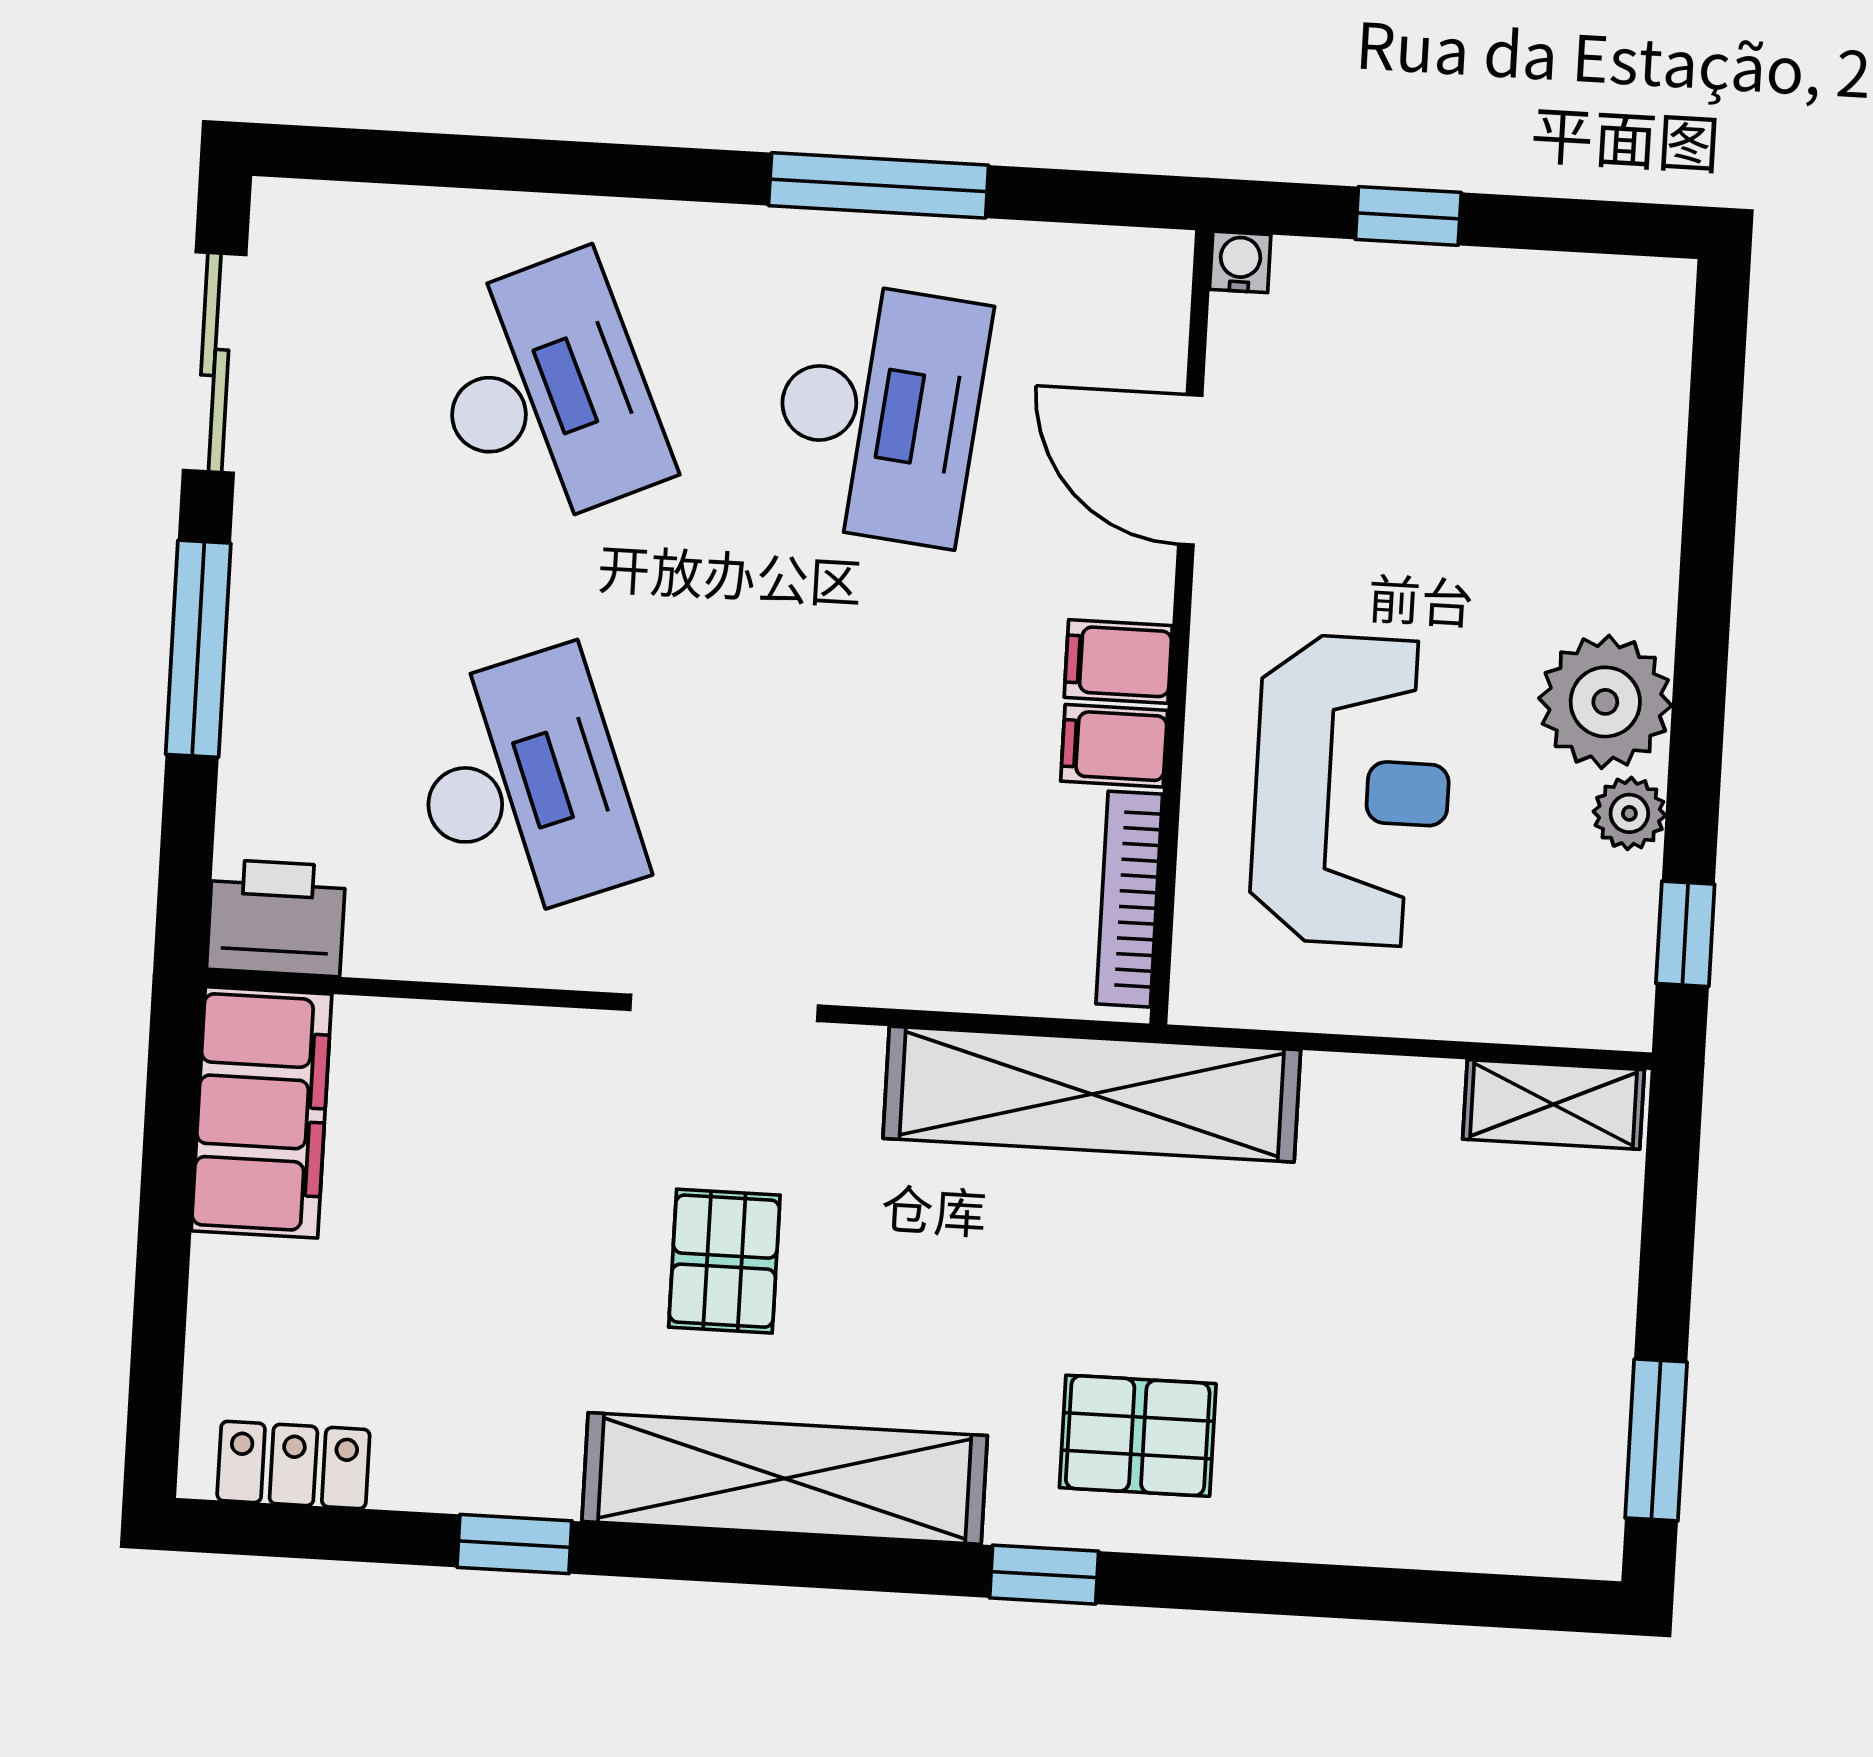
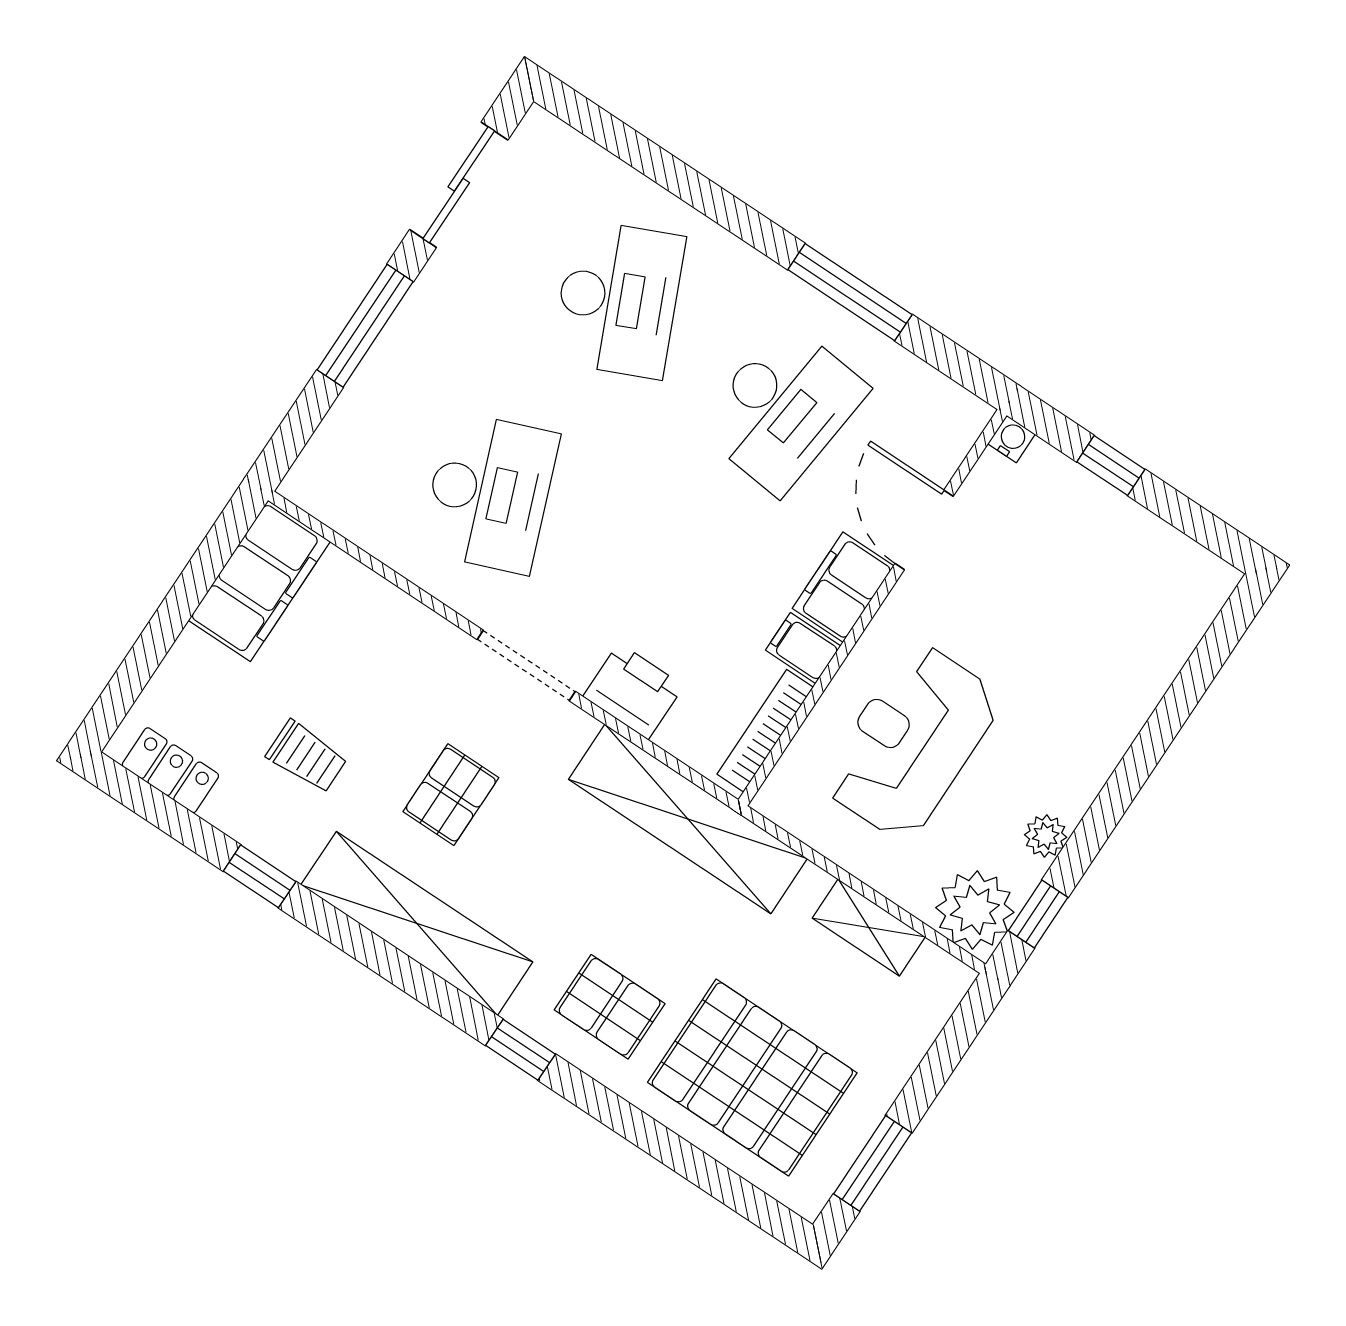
filing cabinet: (1118, 661) -> (843, 587), width x2.00
plant: (1605, 702) -> (975, 910), moved
reception desk: (1352, 791) -> (911, 742), turned 180
printer: (276, 918) -> (633, 691), moved
shelving: (1553, 1104) -> (869, 928), moved
trolley: (481, 1329) -> (307, 757), added
pallet: (1407, 1417) -> (752, 1078), added

